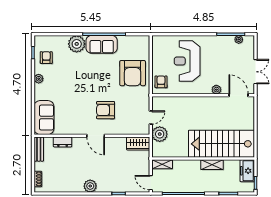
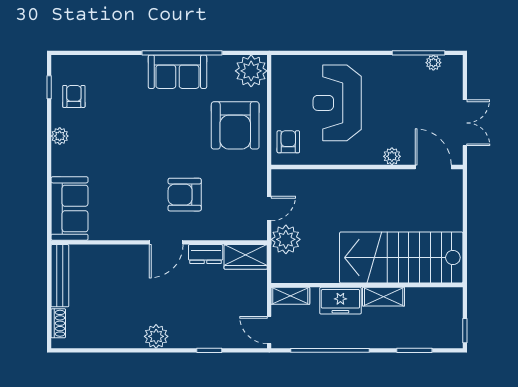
plant: (77, 44) -> (251, 71), moved
door: (96, 136) -> (166, 242), hinge flipped
dresser: (63, 142) -> (206, 254), moved
bench: (39, 149) -> (60, 276), width x1.36
freezer: (247, 171) -> (340, 301), moved, turned -90

